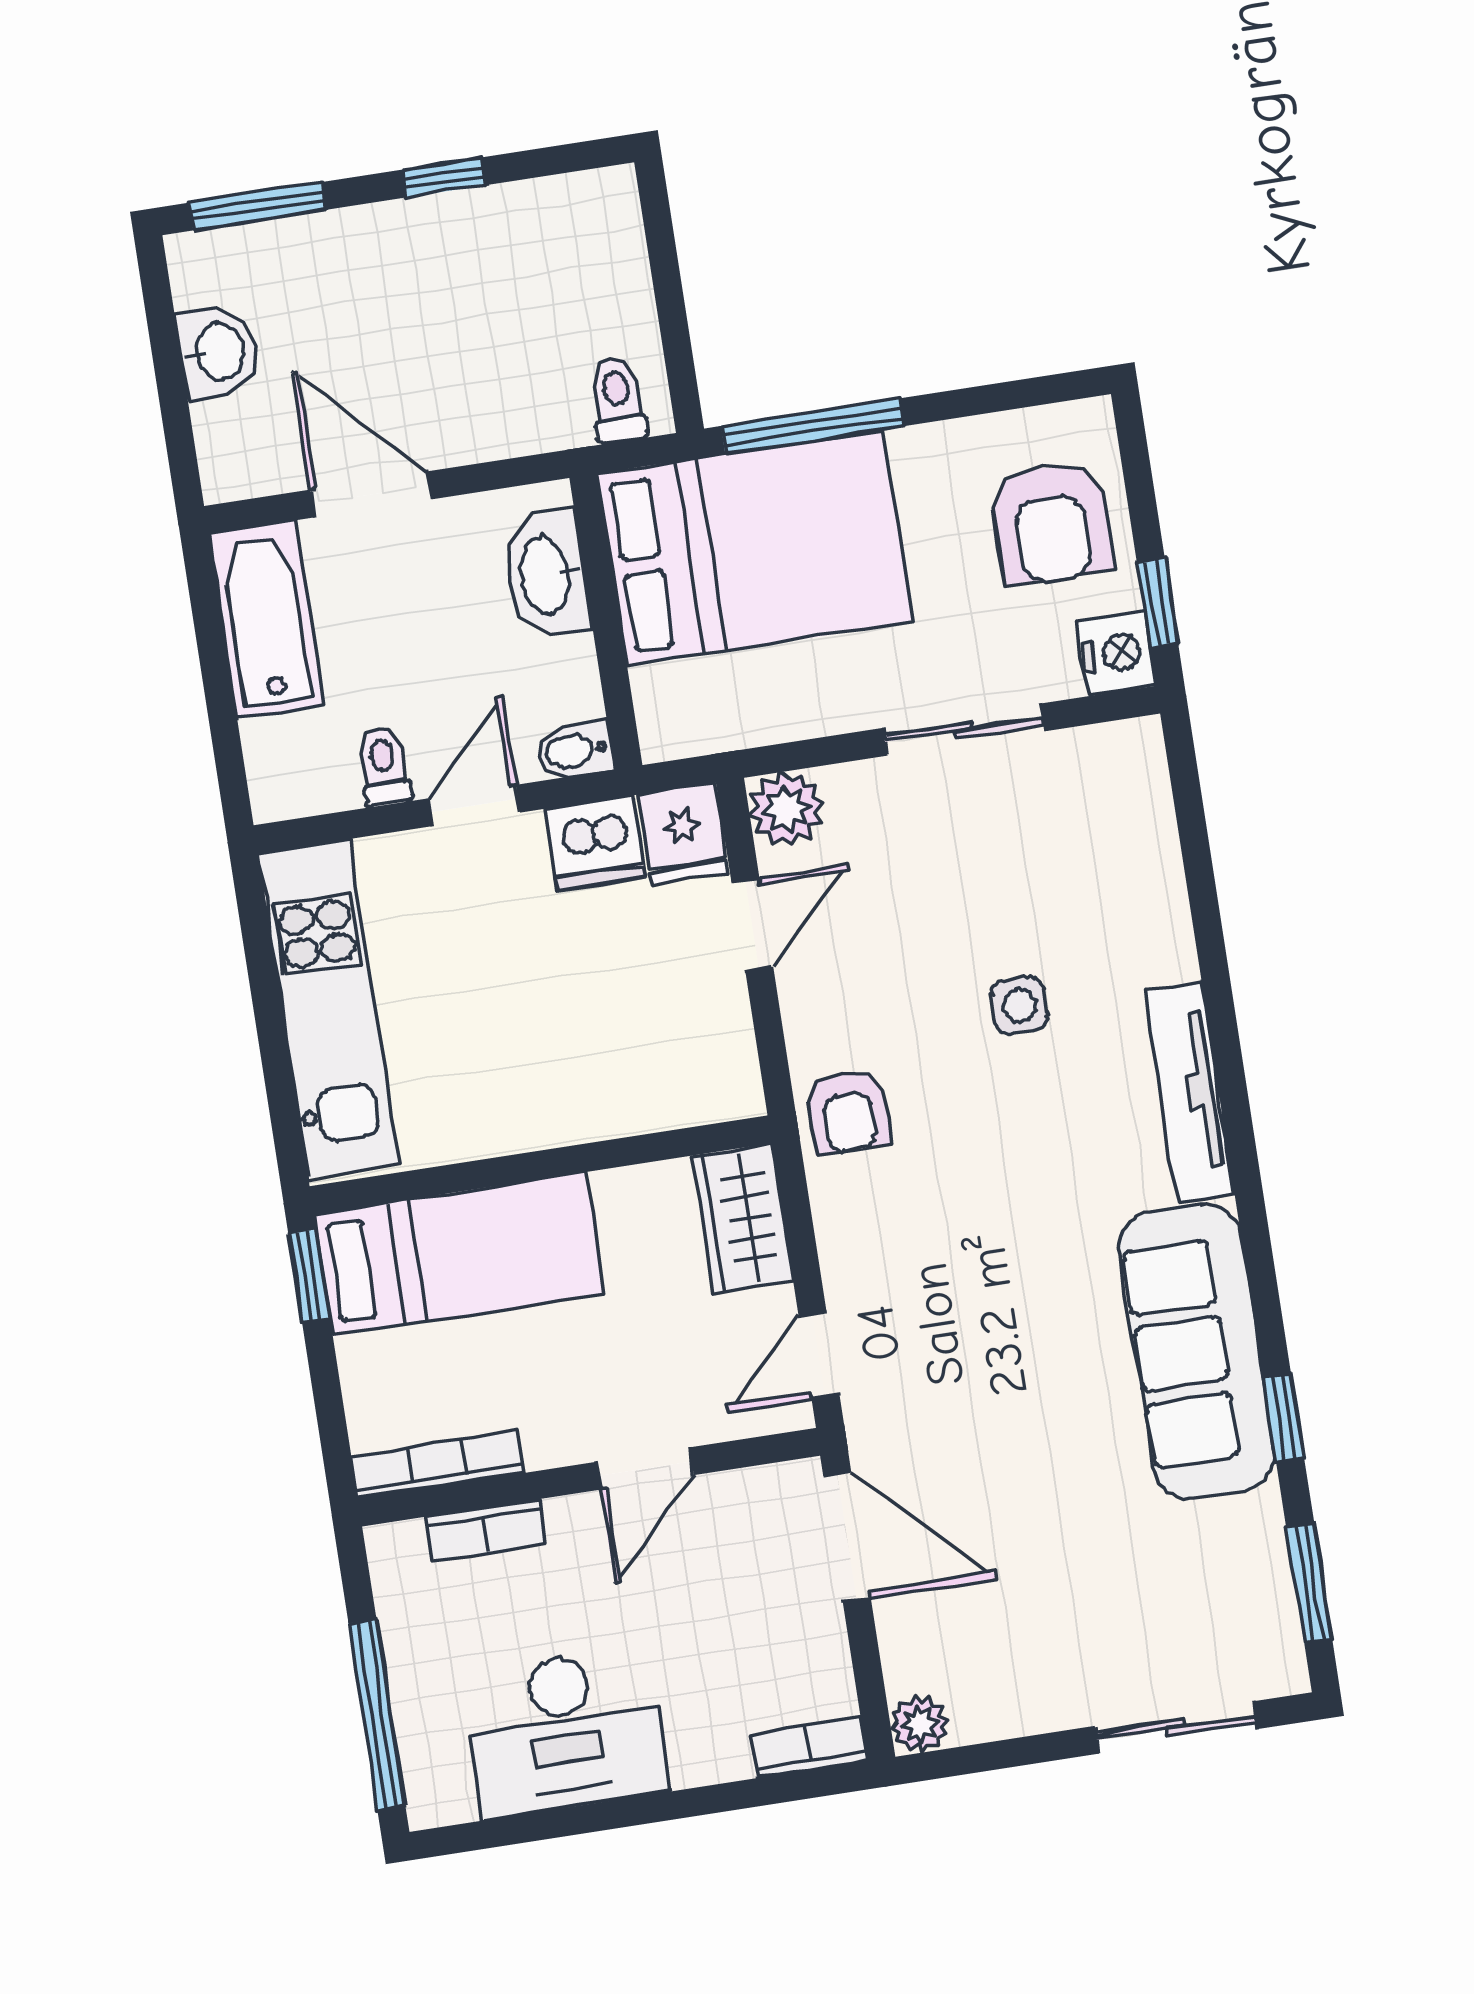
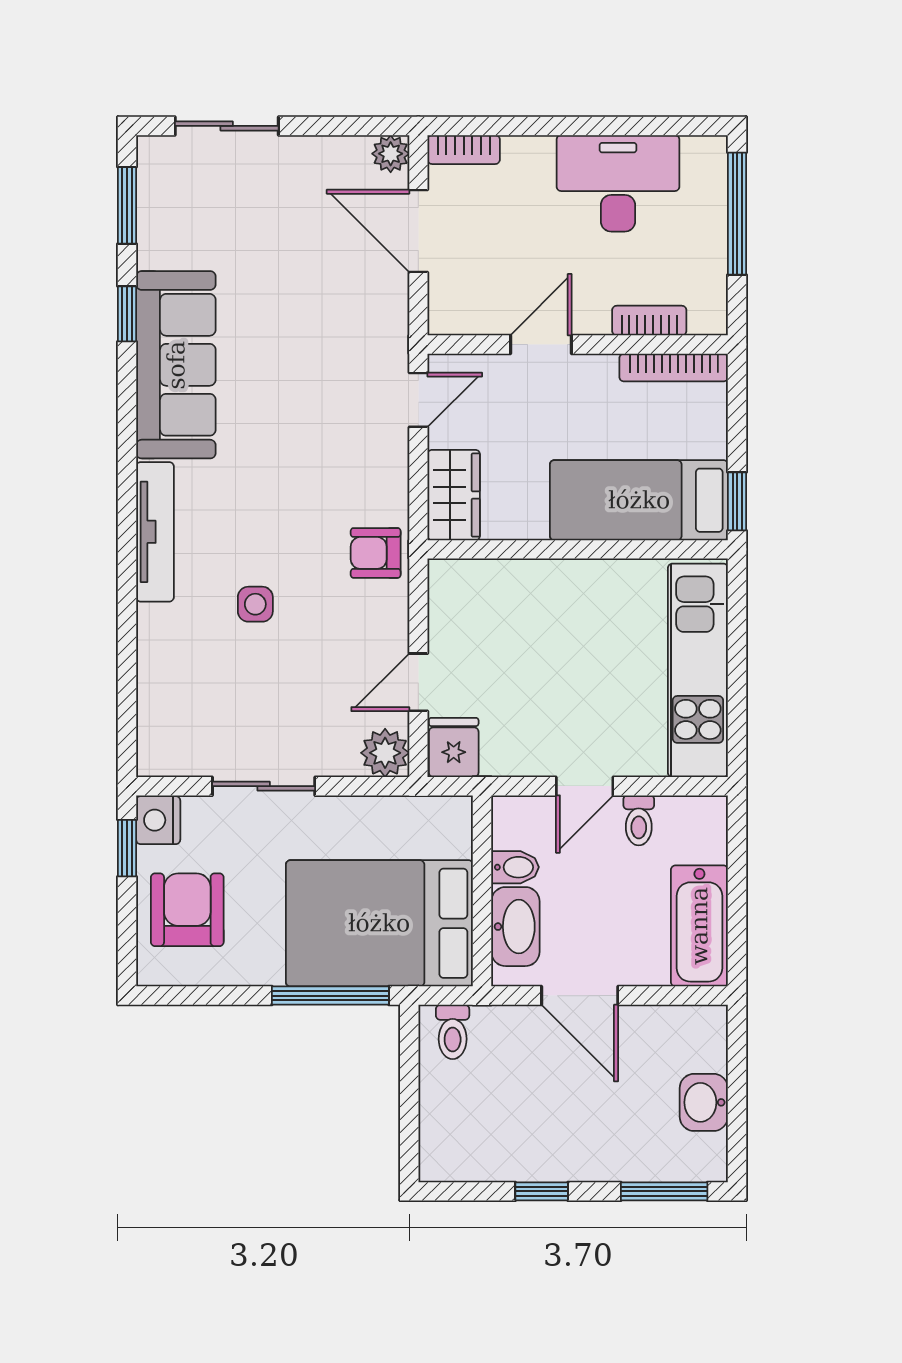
door: (371, 494) -> (580, 996), moved
bidet: (574, 750) -> (515, 867), moved
dishwasher: (595, 843) -> (511, 750), removed
armchair: (848, 1112) -> (376, 553), turned -90
door: (847, 1537) -> (418, 231), moved

